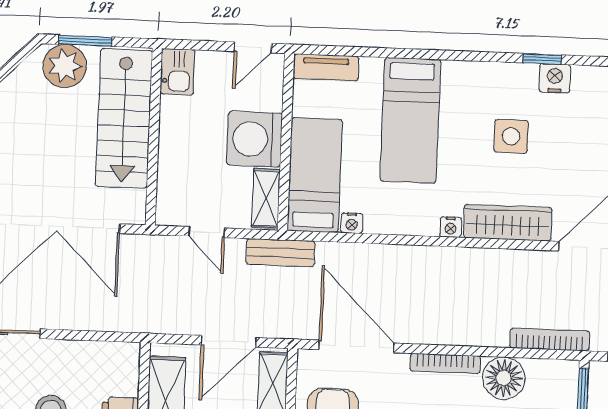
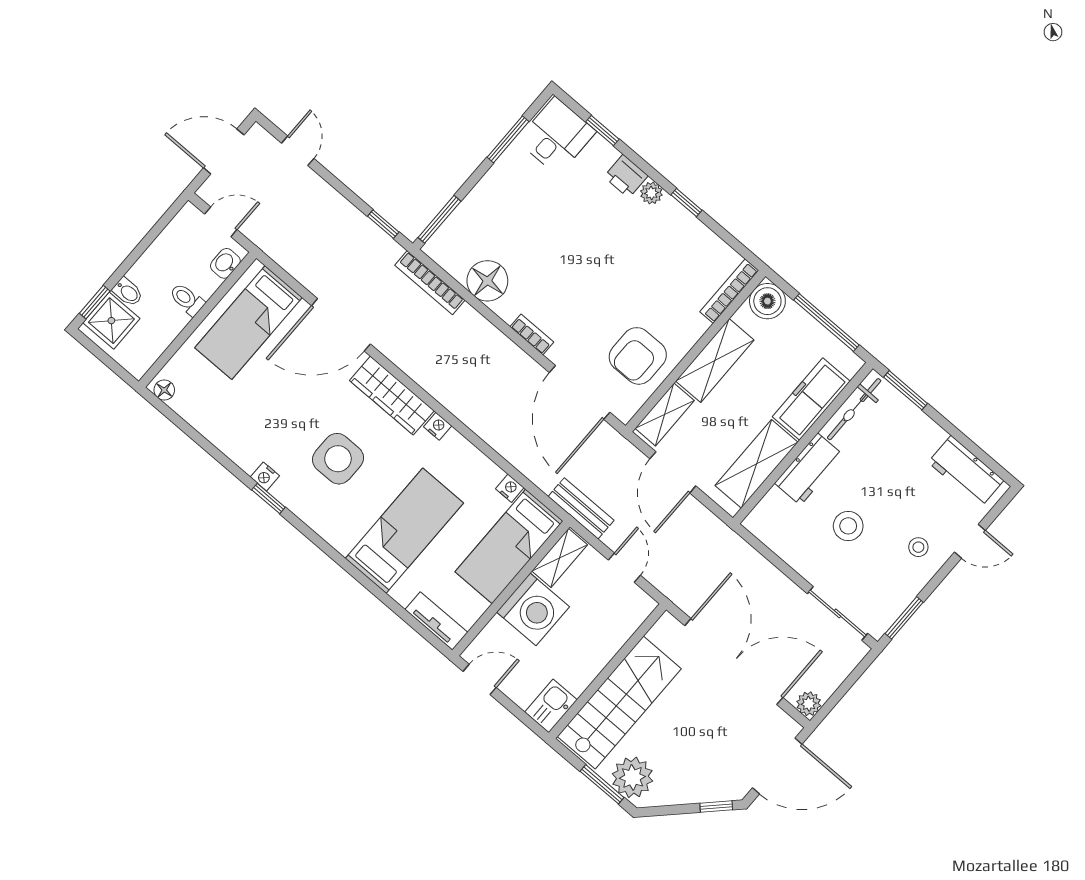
nightstand: (555, 78) -> (265, 476), width x0.72, depth x0.74
side table: (511, 136) -> (338, 459), width x1.37, depth x1.37
door: (229, 341) -> (673, 472), swing flipped
bookcase: (445, 364) -> (532, 334), width x0.64

